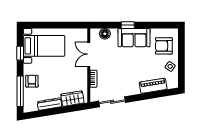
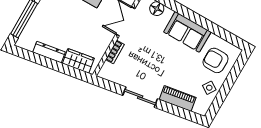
window: (128, 25) -> (188, 14), removed
armchair: (32, 81) -> (44, 15), removed
sliding door: (112, 102) -> (140, 97), moved

